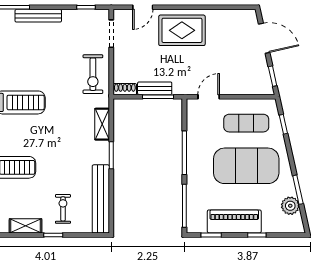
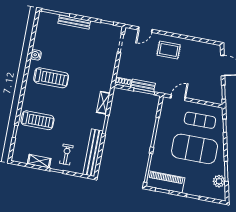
rug: (182, 30) -> (169, 50), width x0.73, depth x0.70
exercise bike: (93, 74) -> (103, 68), removed
piano: (234, 221) -> (165, 182), moved

